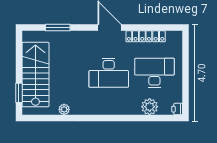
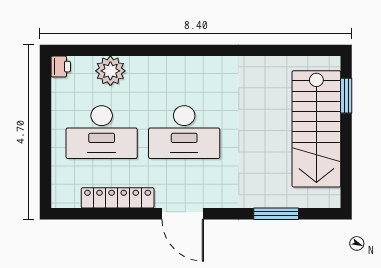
desk: (109, 73) -> (184, 132), turned 180
plant: (64, 109) -> (265, 66), removed

